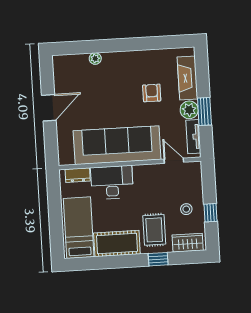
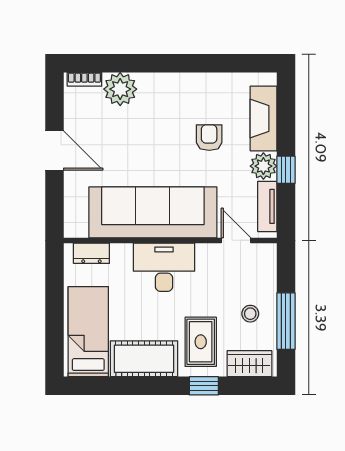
bookcase: (66, 59) -> (84, 79), added
plant: (95, 59) -> (120, 89), width x1.88, depth x1.88
door: (49, 108) -> (55, 151), hinge flipped
window: (204, 111) -> (286, 170), width x0.67
desk: (112, 182) -> (164, 267), moved
window: (210, 213) -> (286, 321), width x2.17

